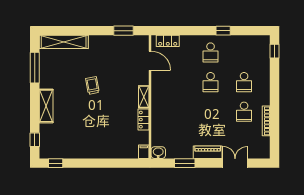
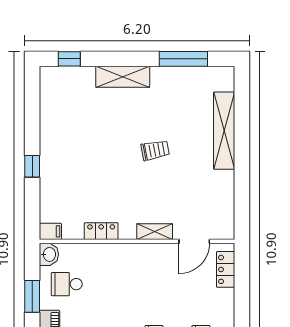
window: (124, 31) -> (242, 200), removed
shelving: (64, 42) -> (224, 131), moved
shelving: (144, 97) -> (155, 232), moved
school desk: (177, 141) -> (67, 284), added
window: (56, 163) -> (32, 166), moved

